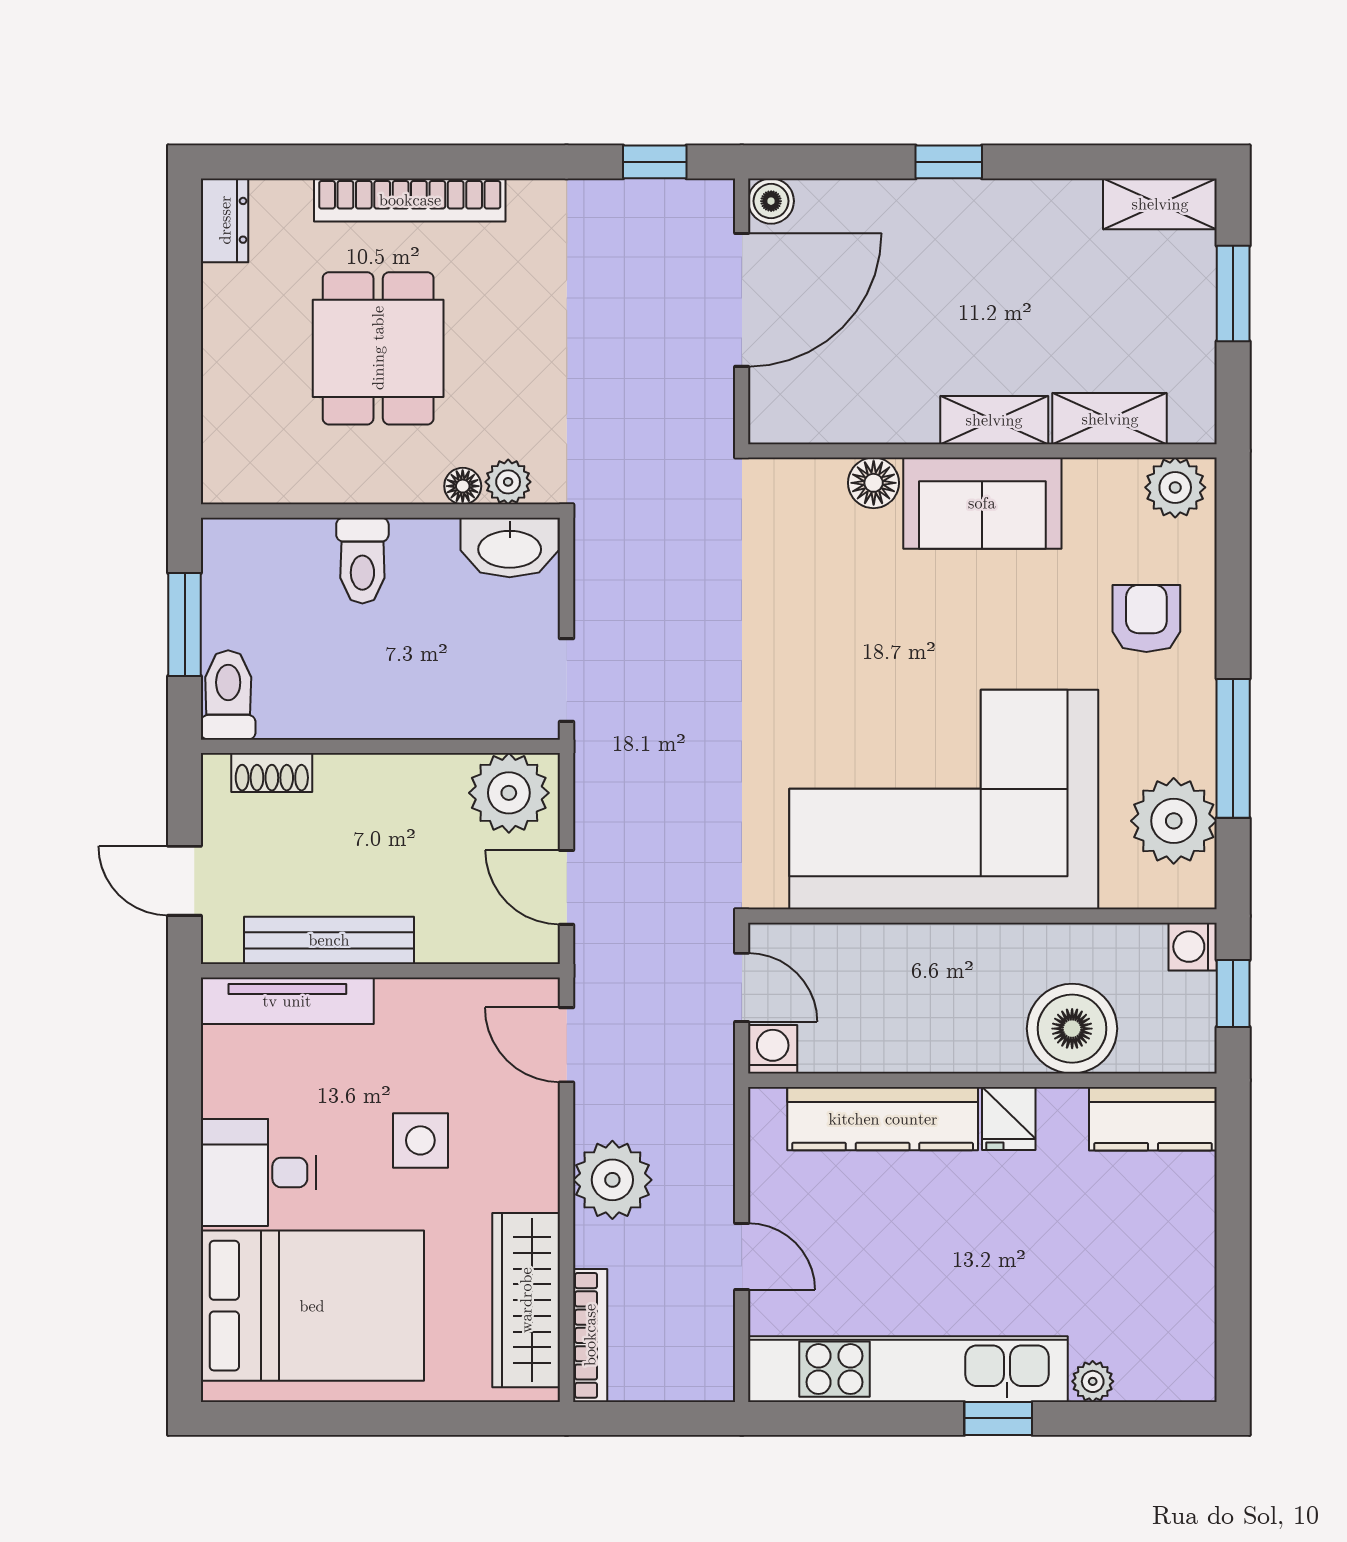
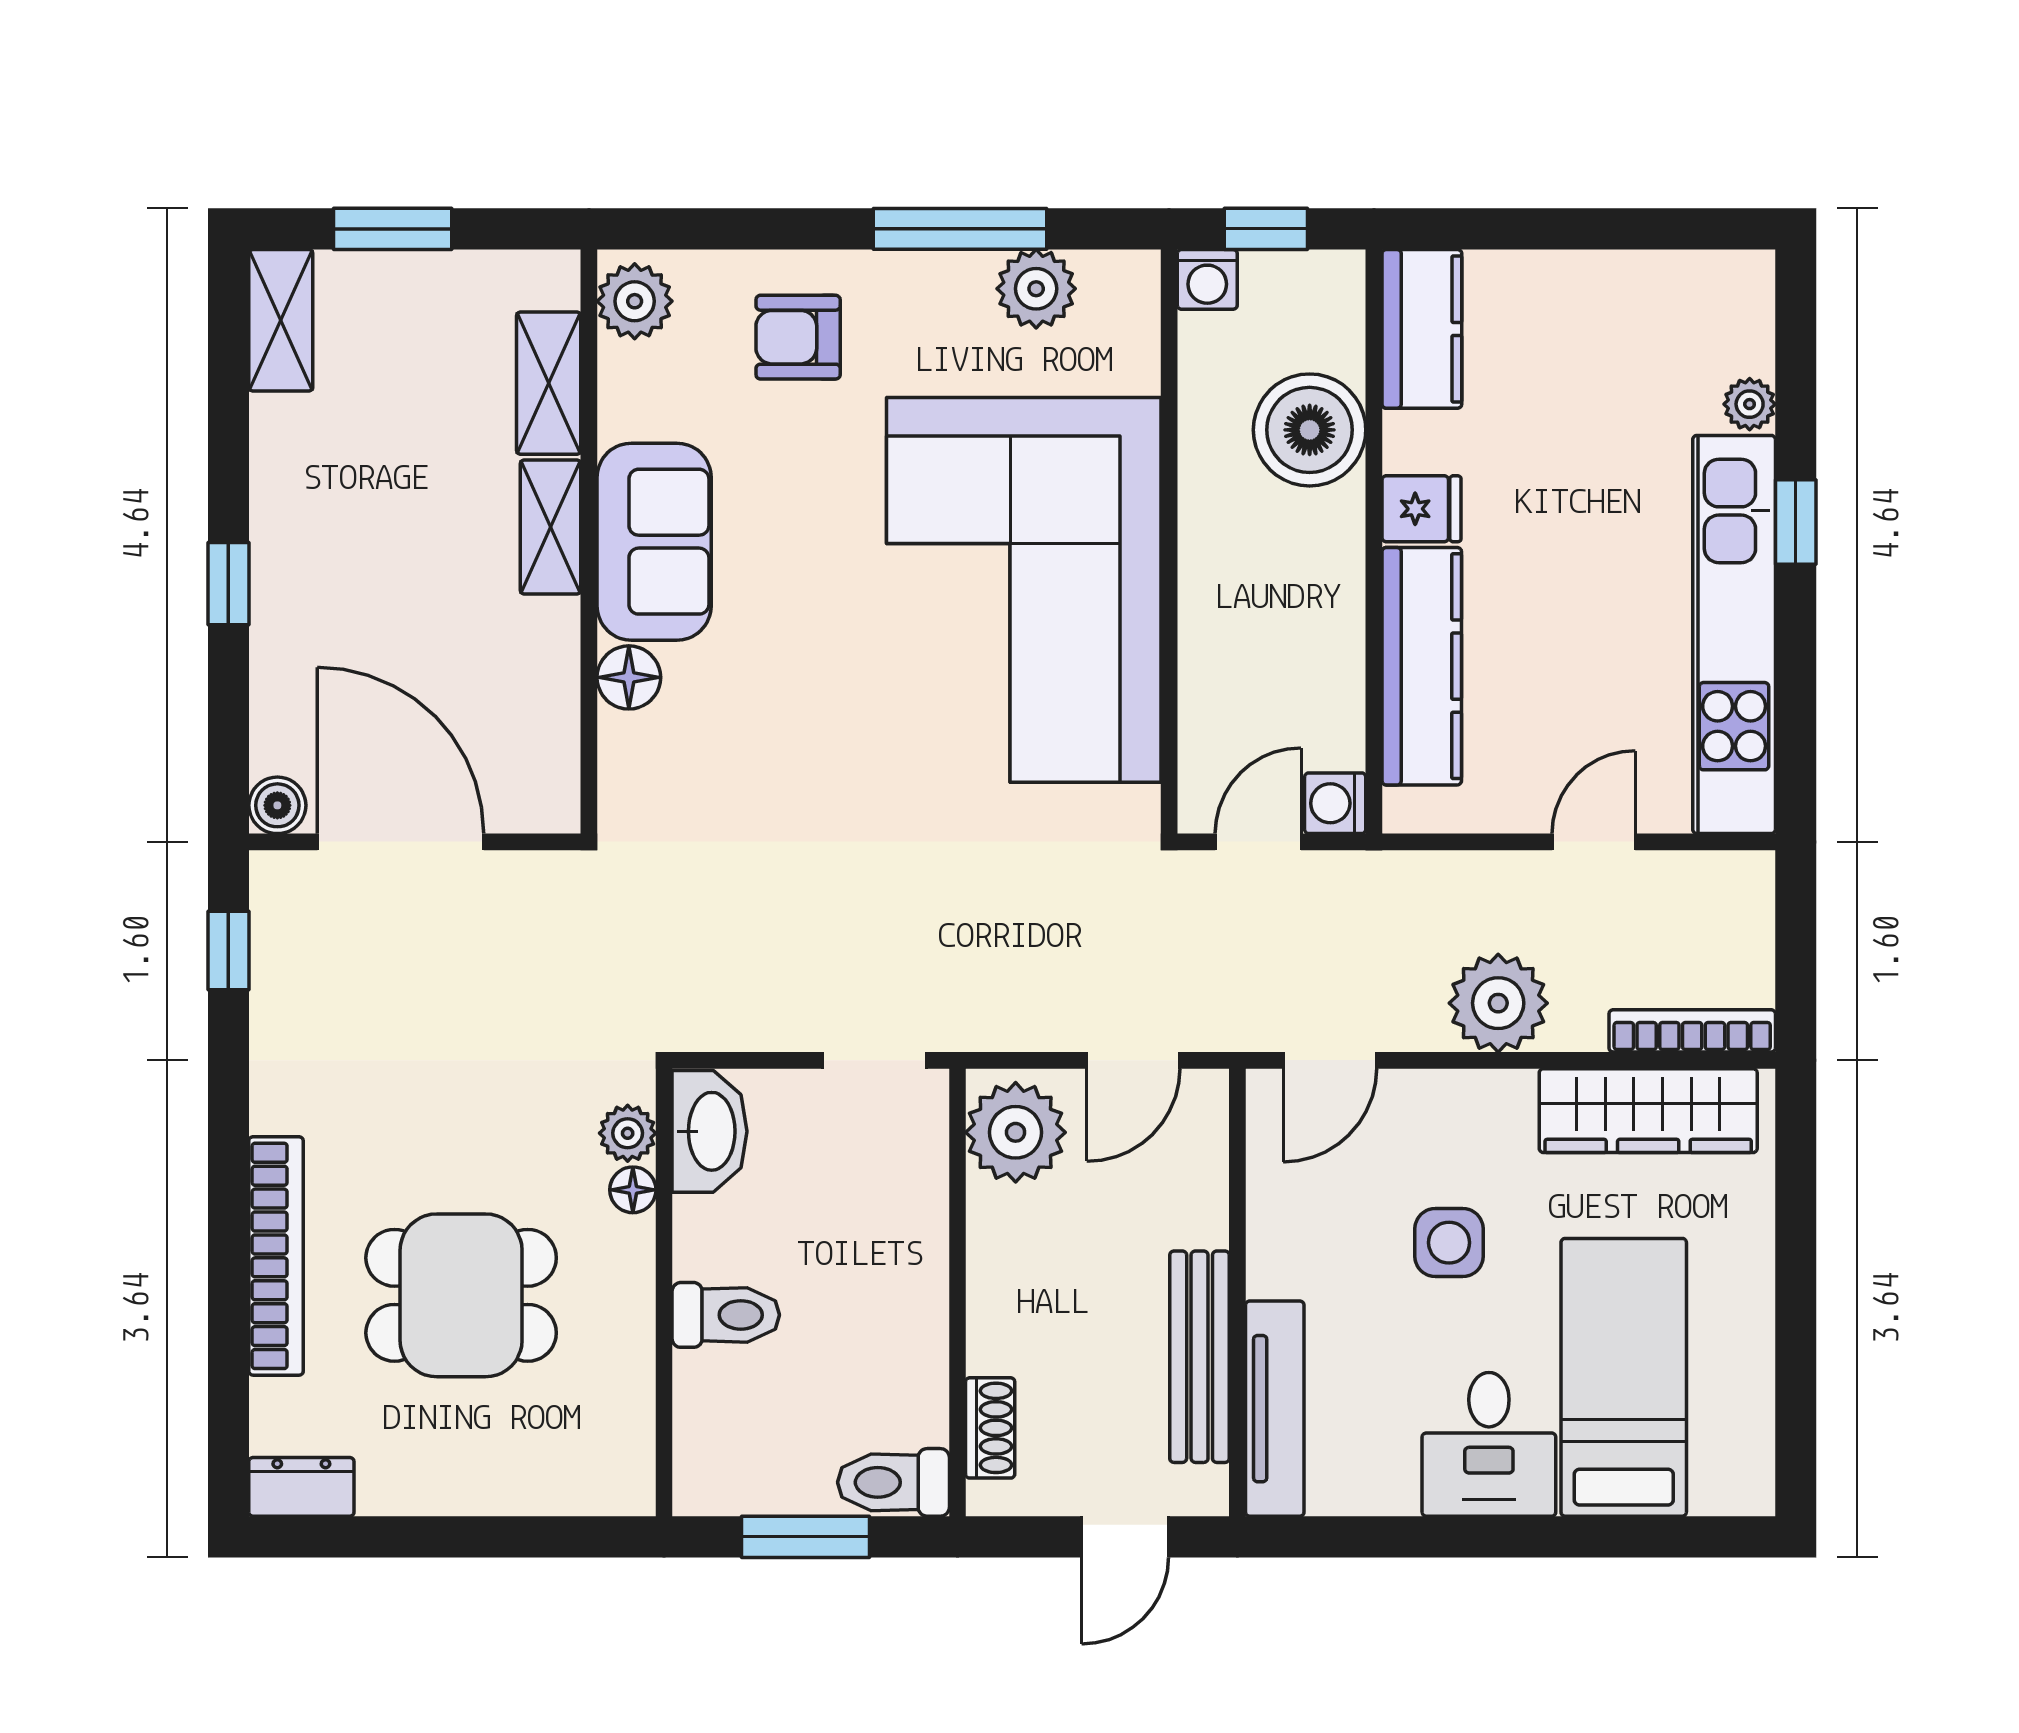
plant: (1174, 821) -> (1036, 289), width x0.73, depth x0.73
bed: (312, 1306) -> (1624, 1377), width x0.67

